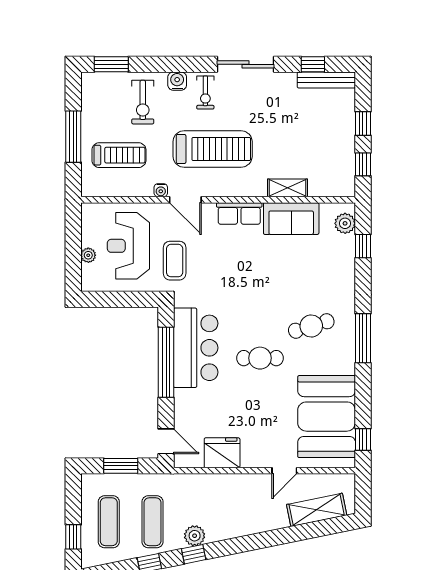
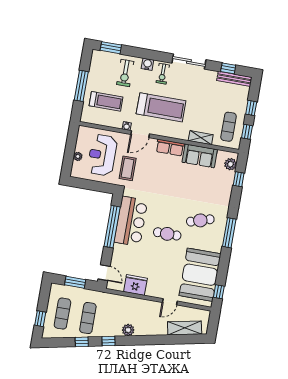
exercise mat: (331, 161) -> (229, 127), added
door: (185, 200) -> (140, 134), hinge flipped
plant: (195, 536) -> (128, 330), moved

